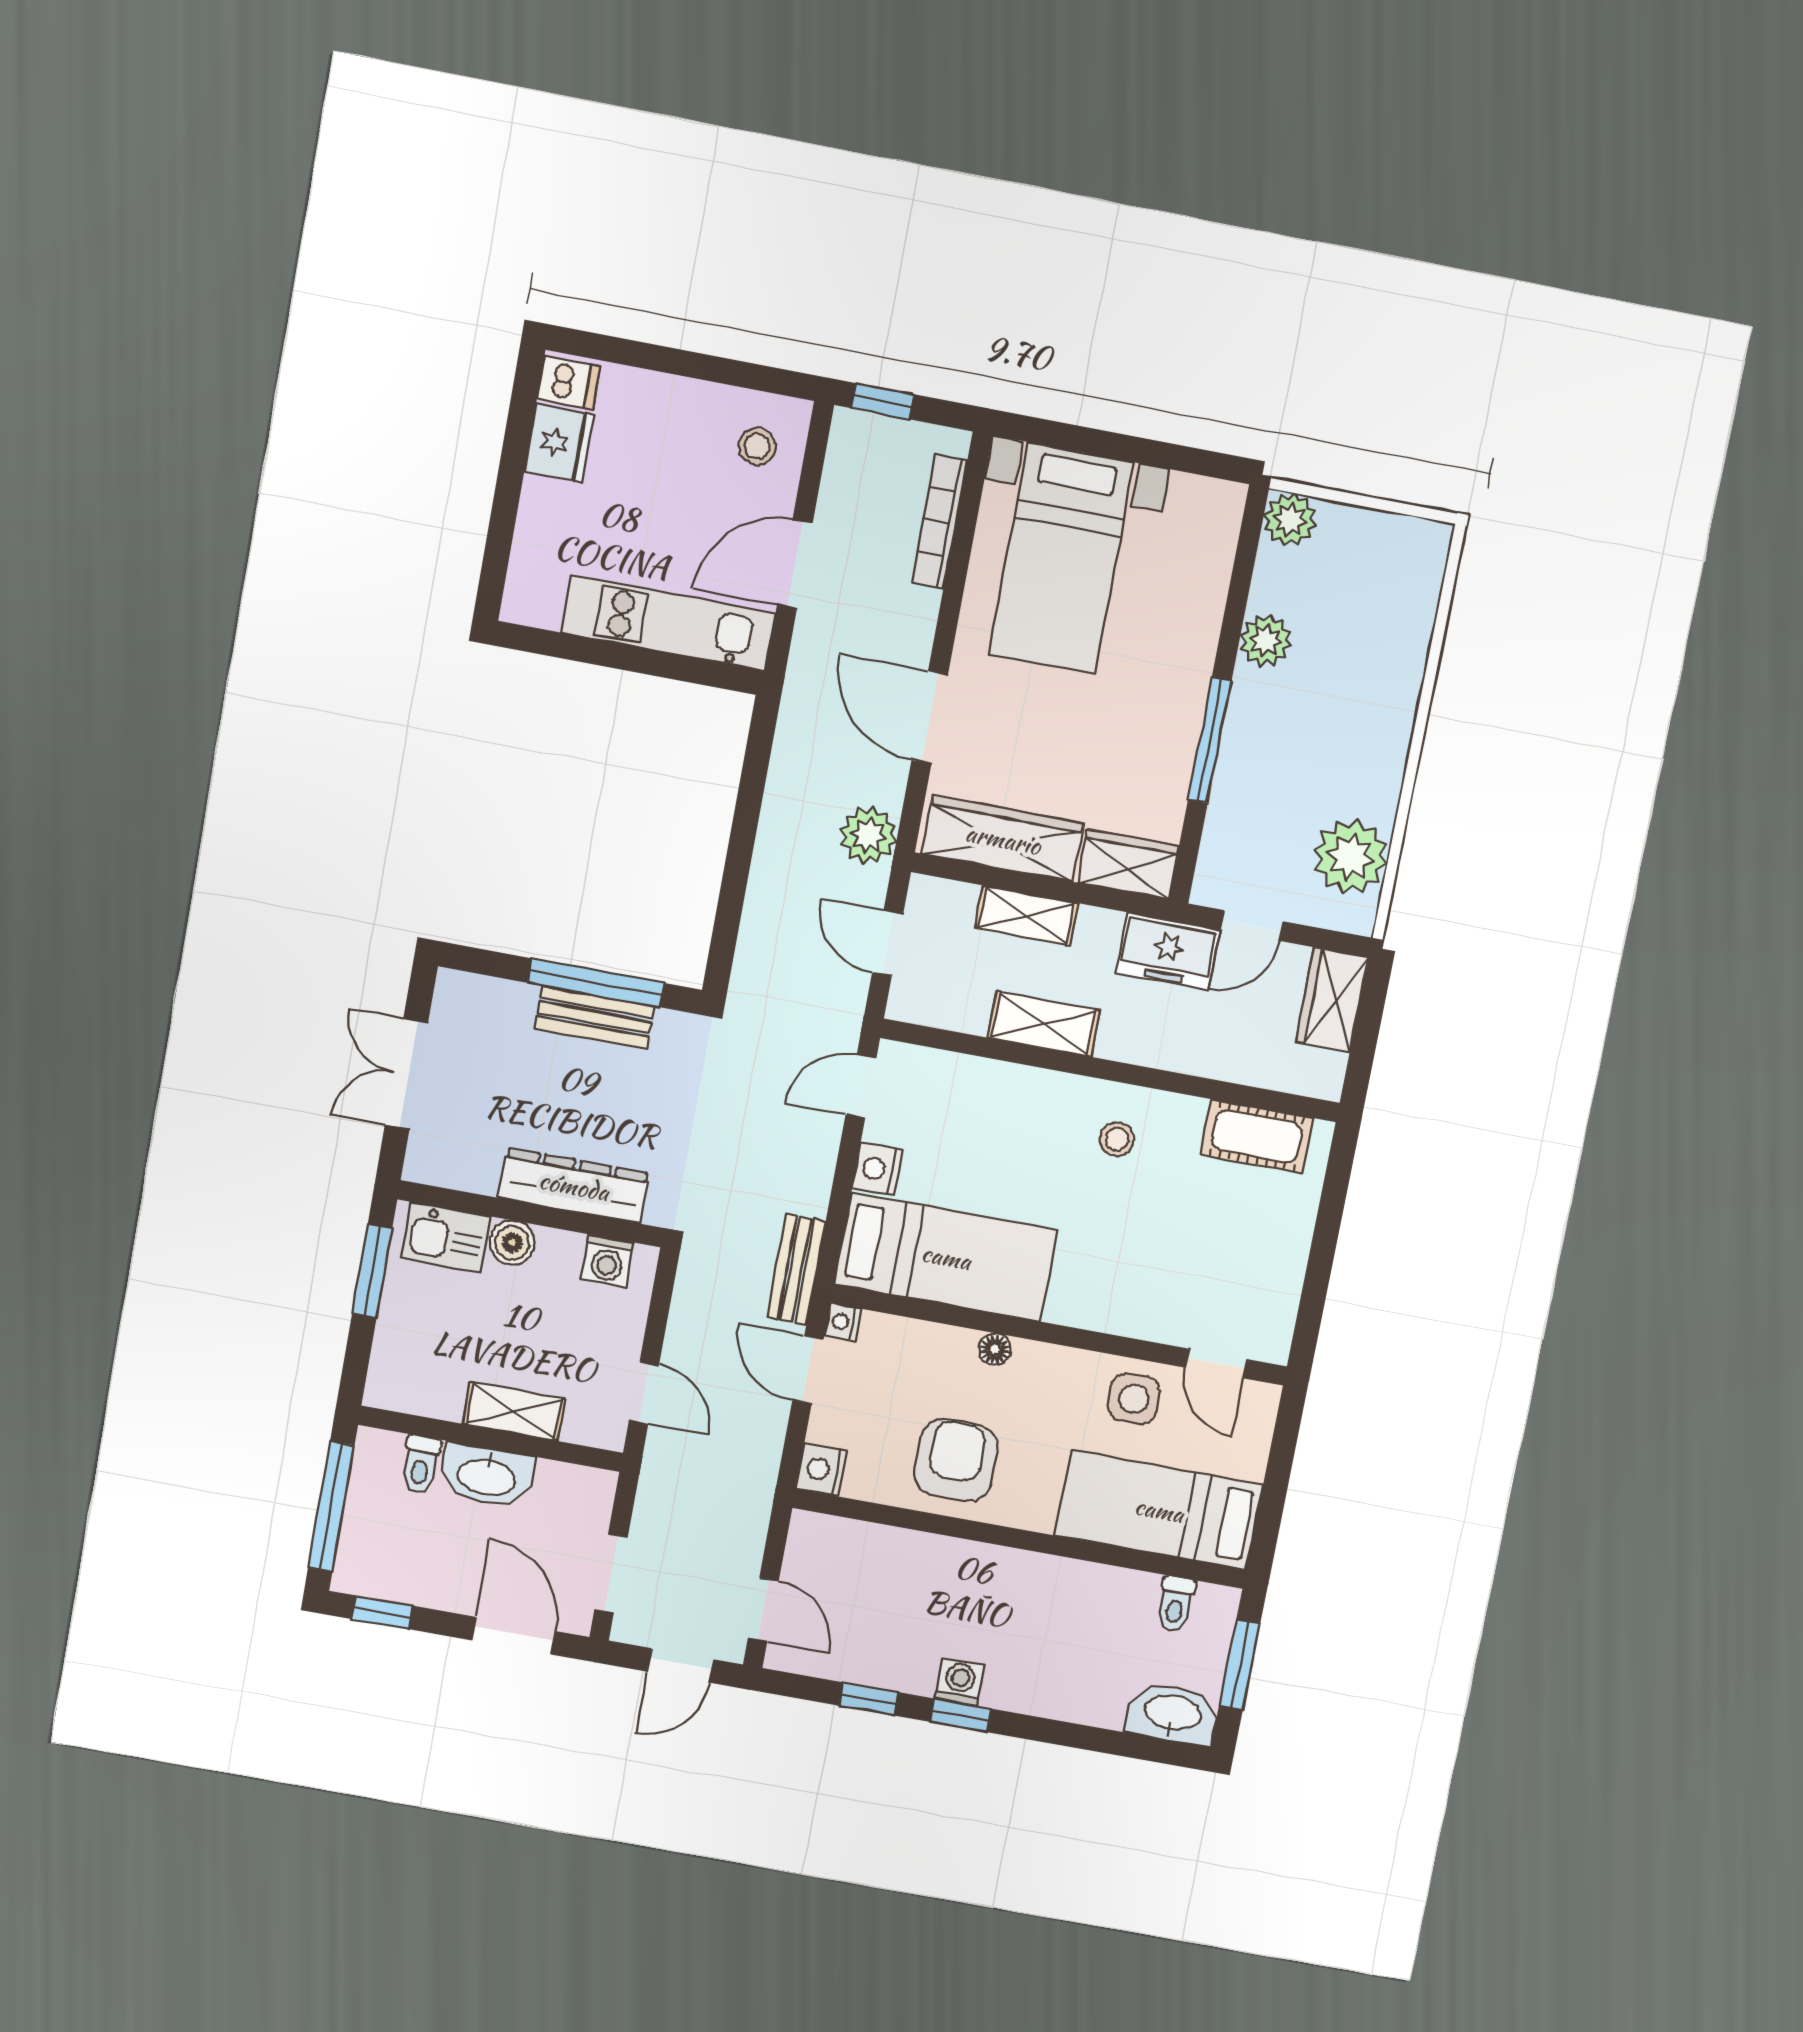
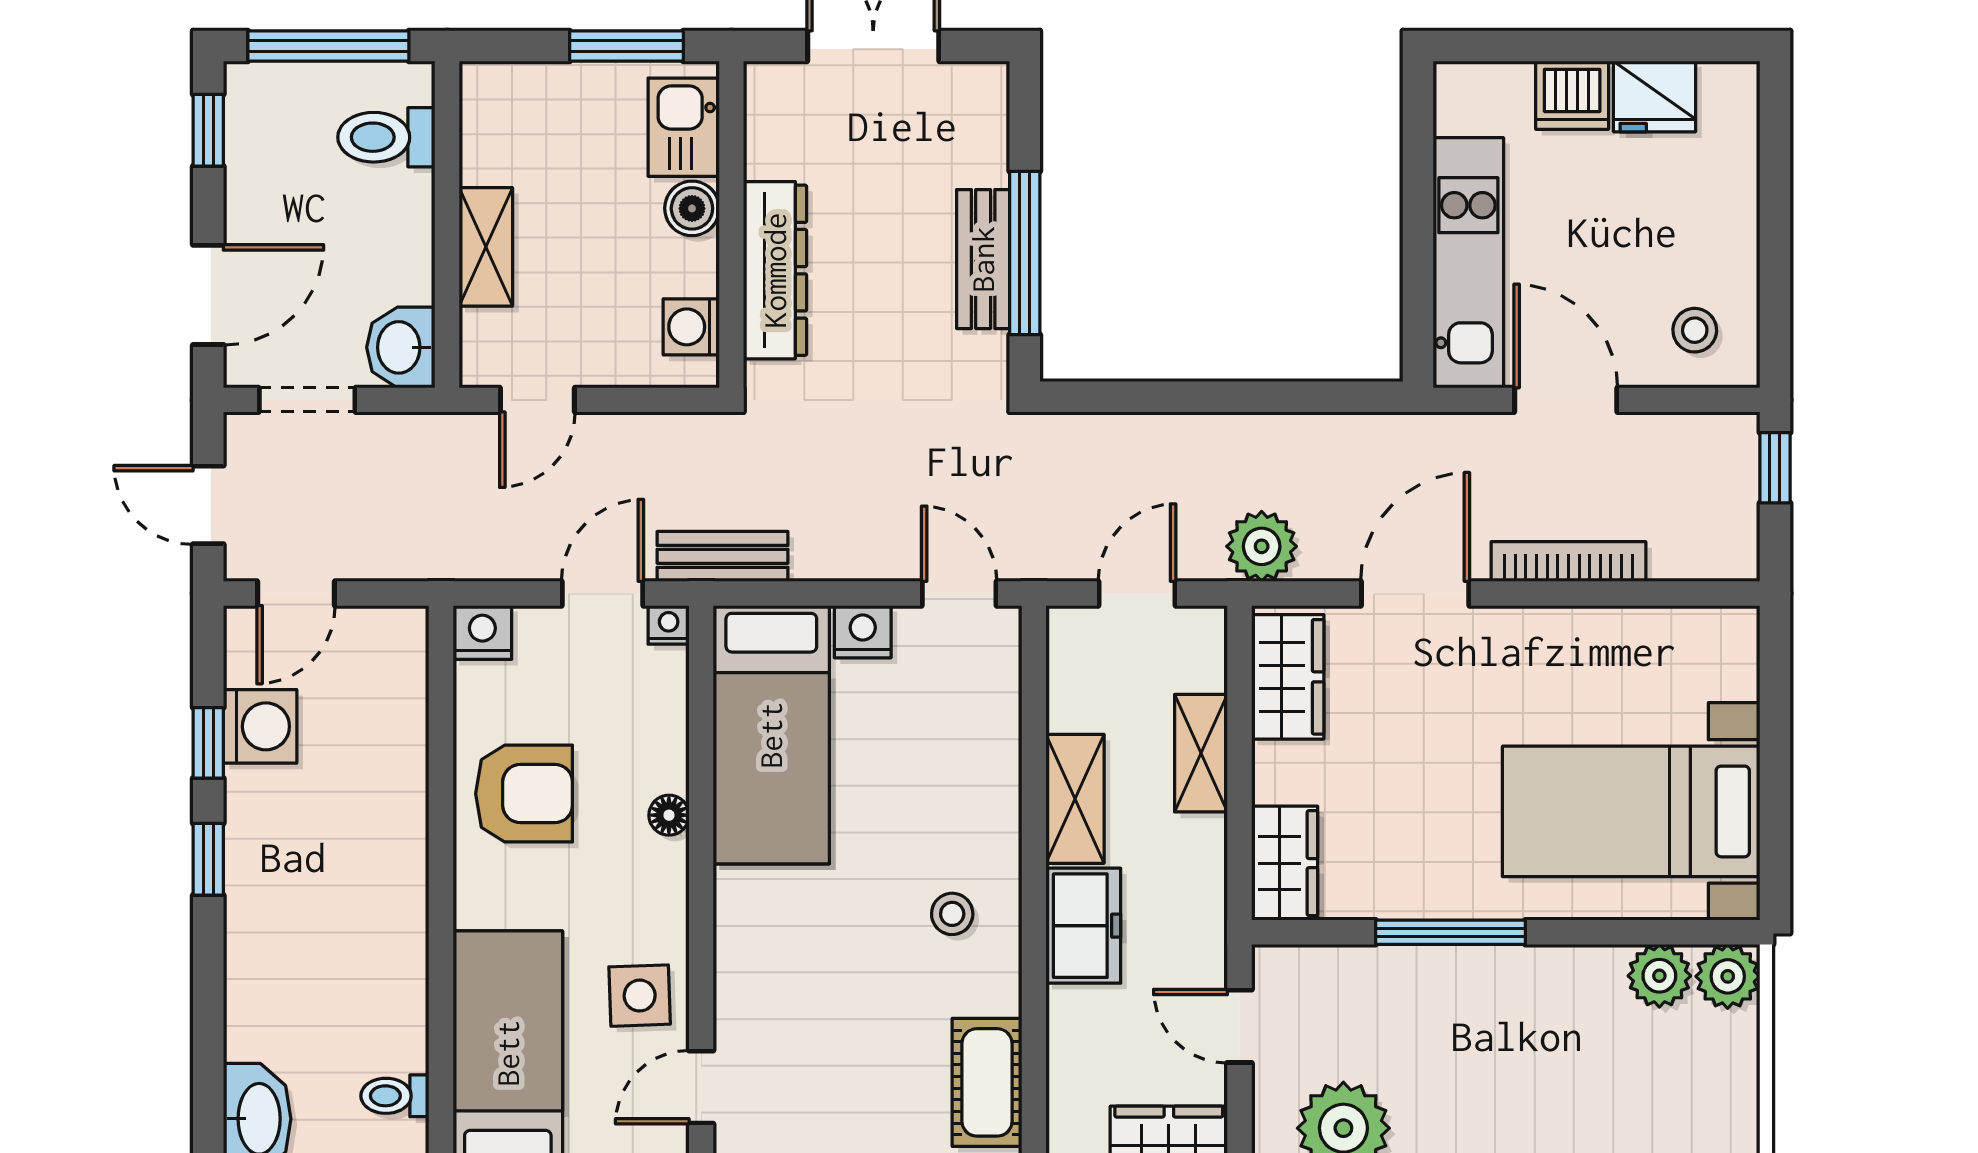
dishwasher: (569, 383) -> (1572, 95), moved, width x1.38
bookcase: (939, 522) -> (1568, 562), moved
bed with nightstands: (1061, 559) -> (1631, 811), moved
plant: (1266, 640) -> (1659, 976), moved
wardrobe: (1003, 839) -> (1288, 677), width x0.67
freezer: (1168, 951) -> (1083, 926), moved, turned 180
toilet: (421, 1464) -> (386, 137), width x1.37, depth x1.39
washbasin: (487, 1476) -> (401, 347), moved, width x0.72
washing machine: (960, 1682) -> (260, 726), moved, width x1.38, depth x1.38

